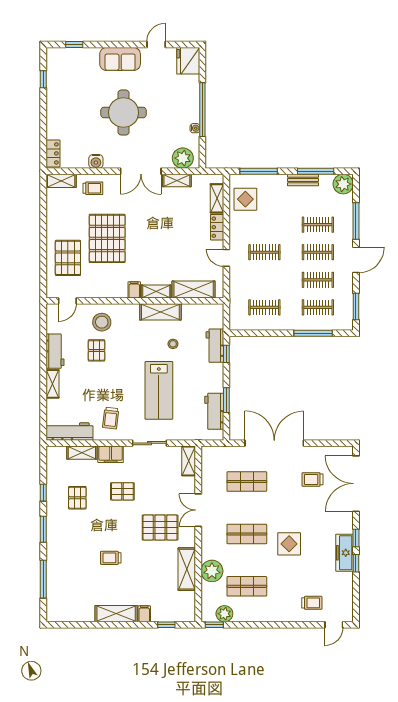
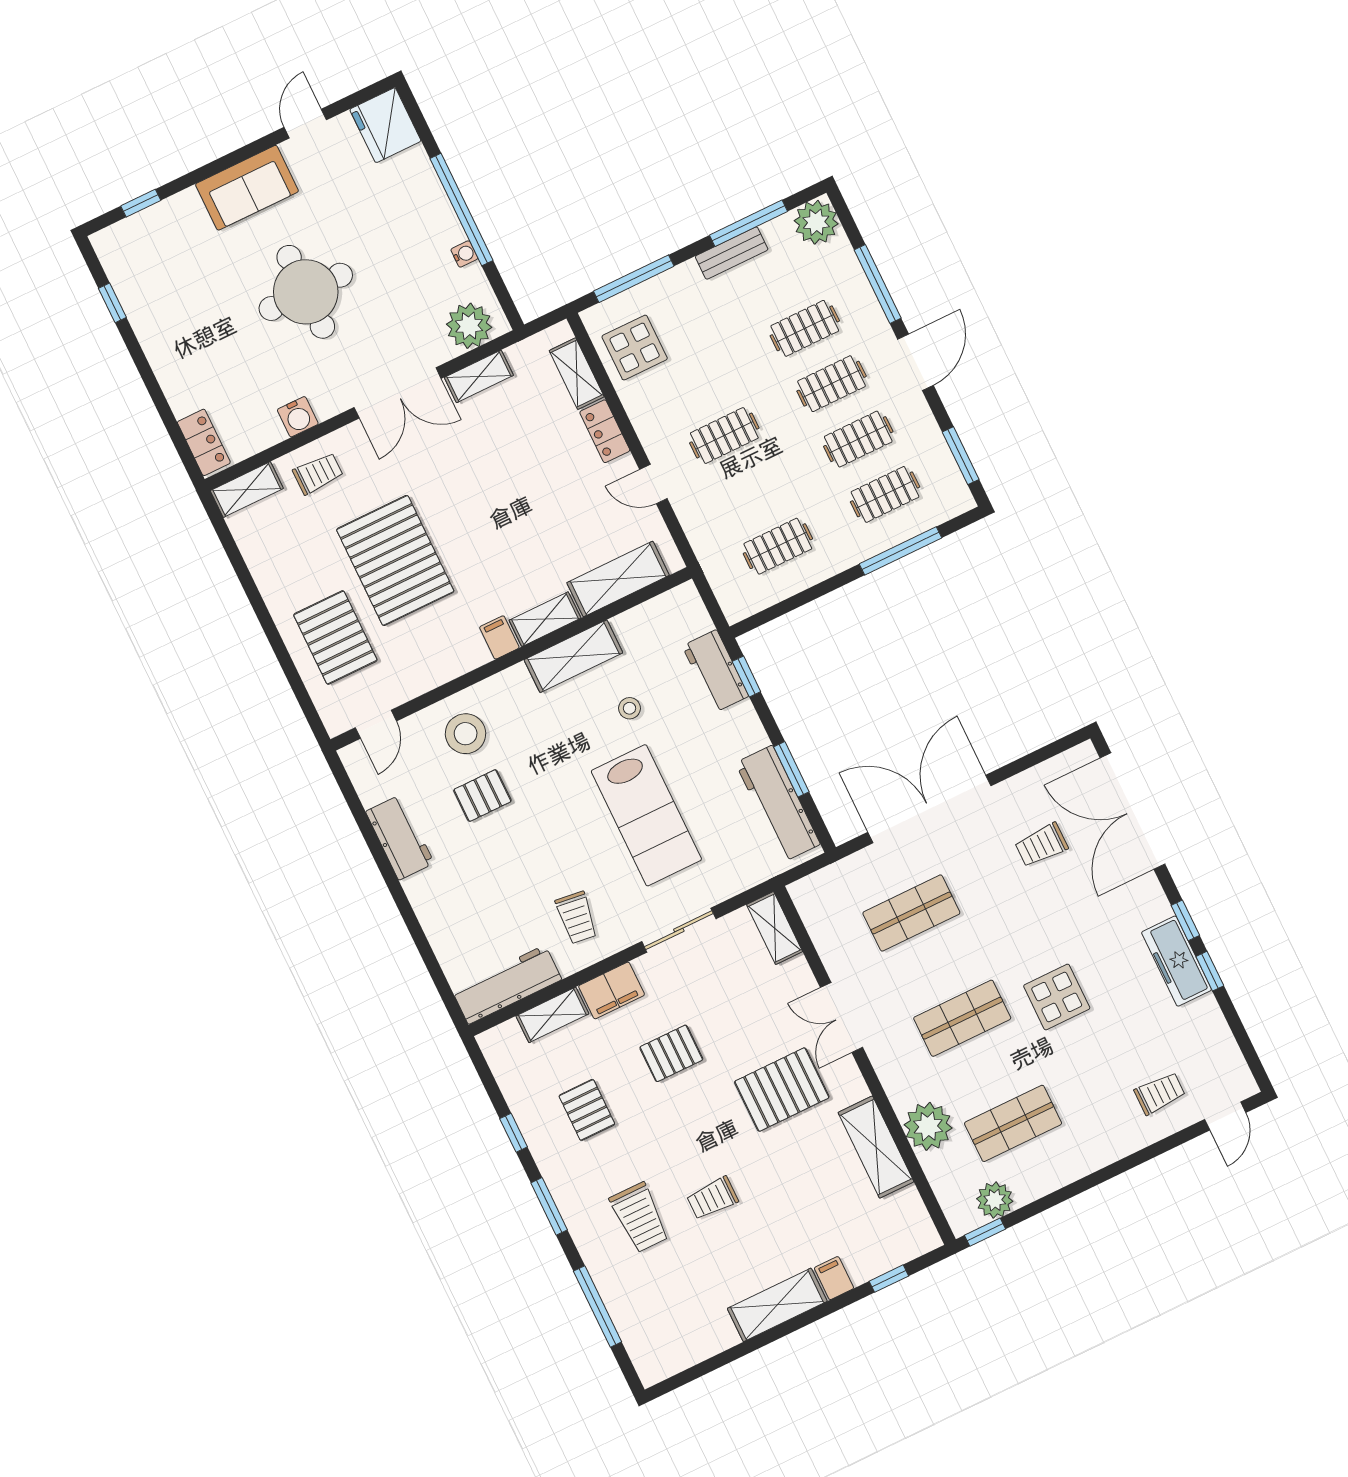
pallet: (97, 350) -> (482, 796), turned 90
shelving: (53, 384) -> (427, 905), removed
workbench: (214, 411) -> (778, 804), width x1.38
trolley: (78, 551) -> (640, 1217), added

